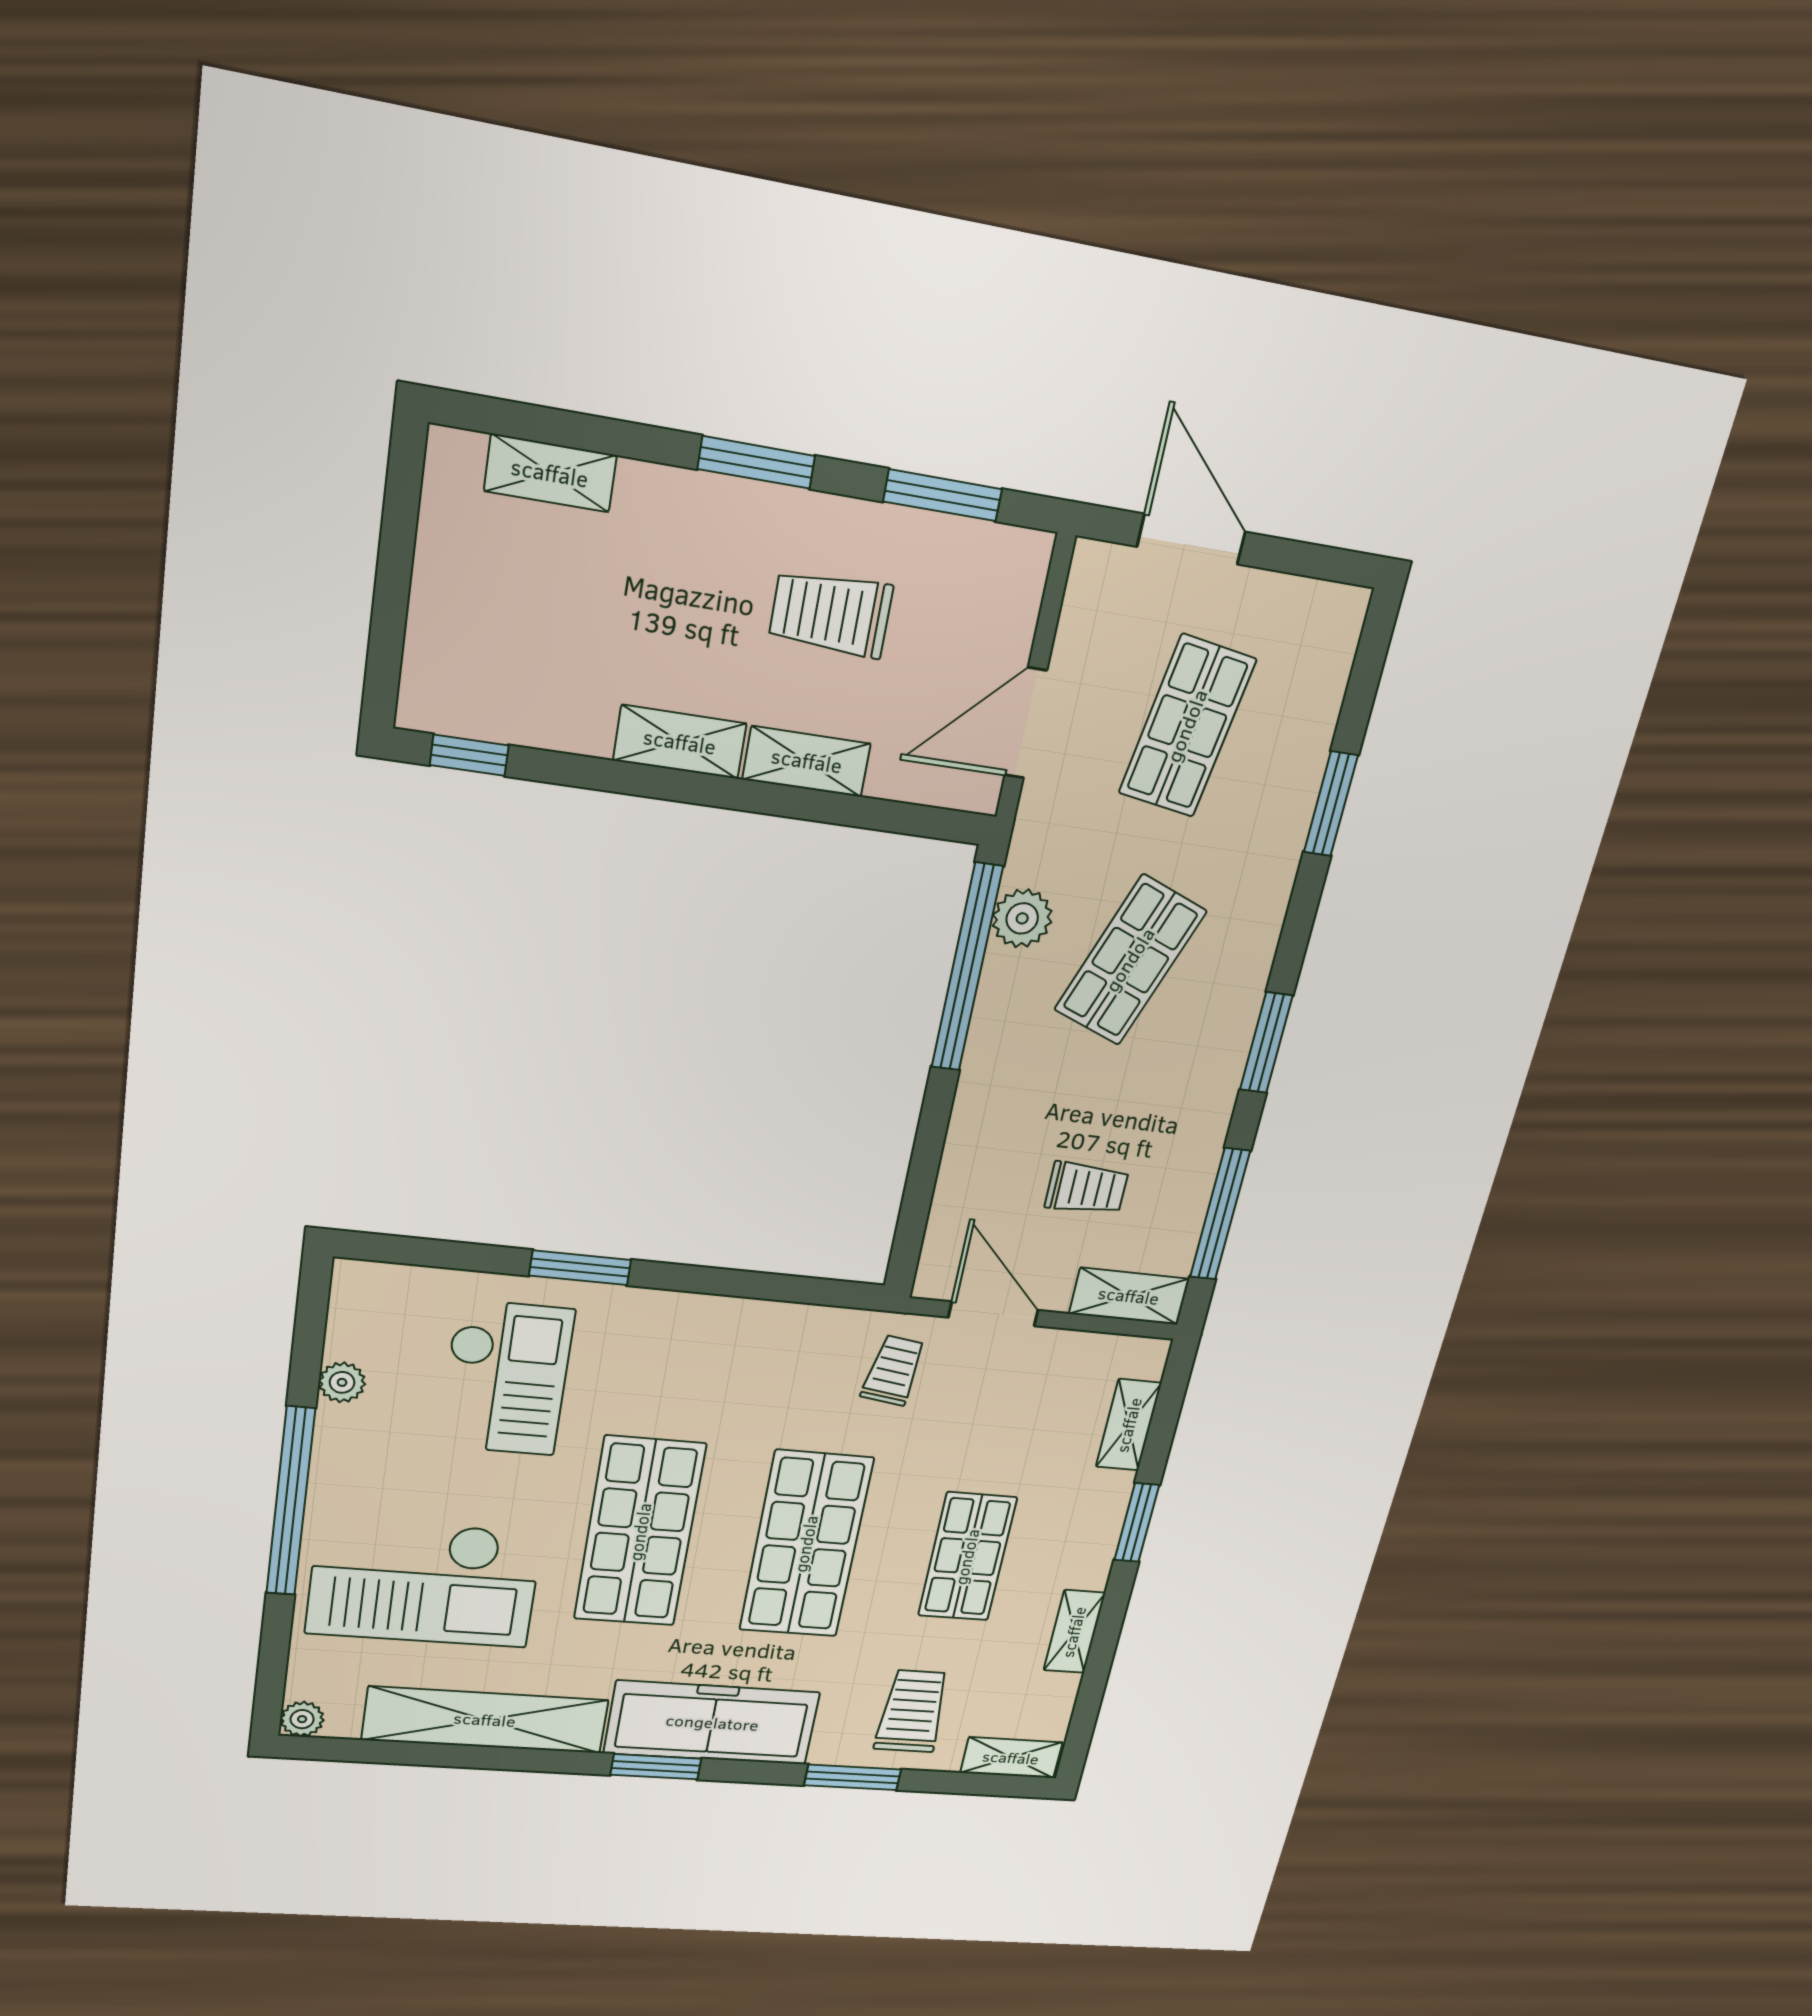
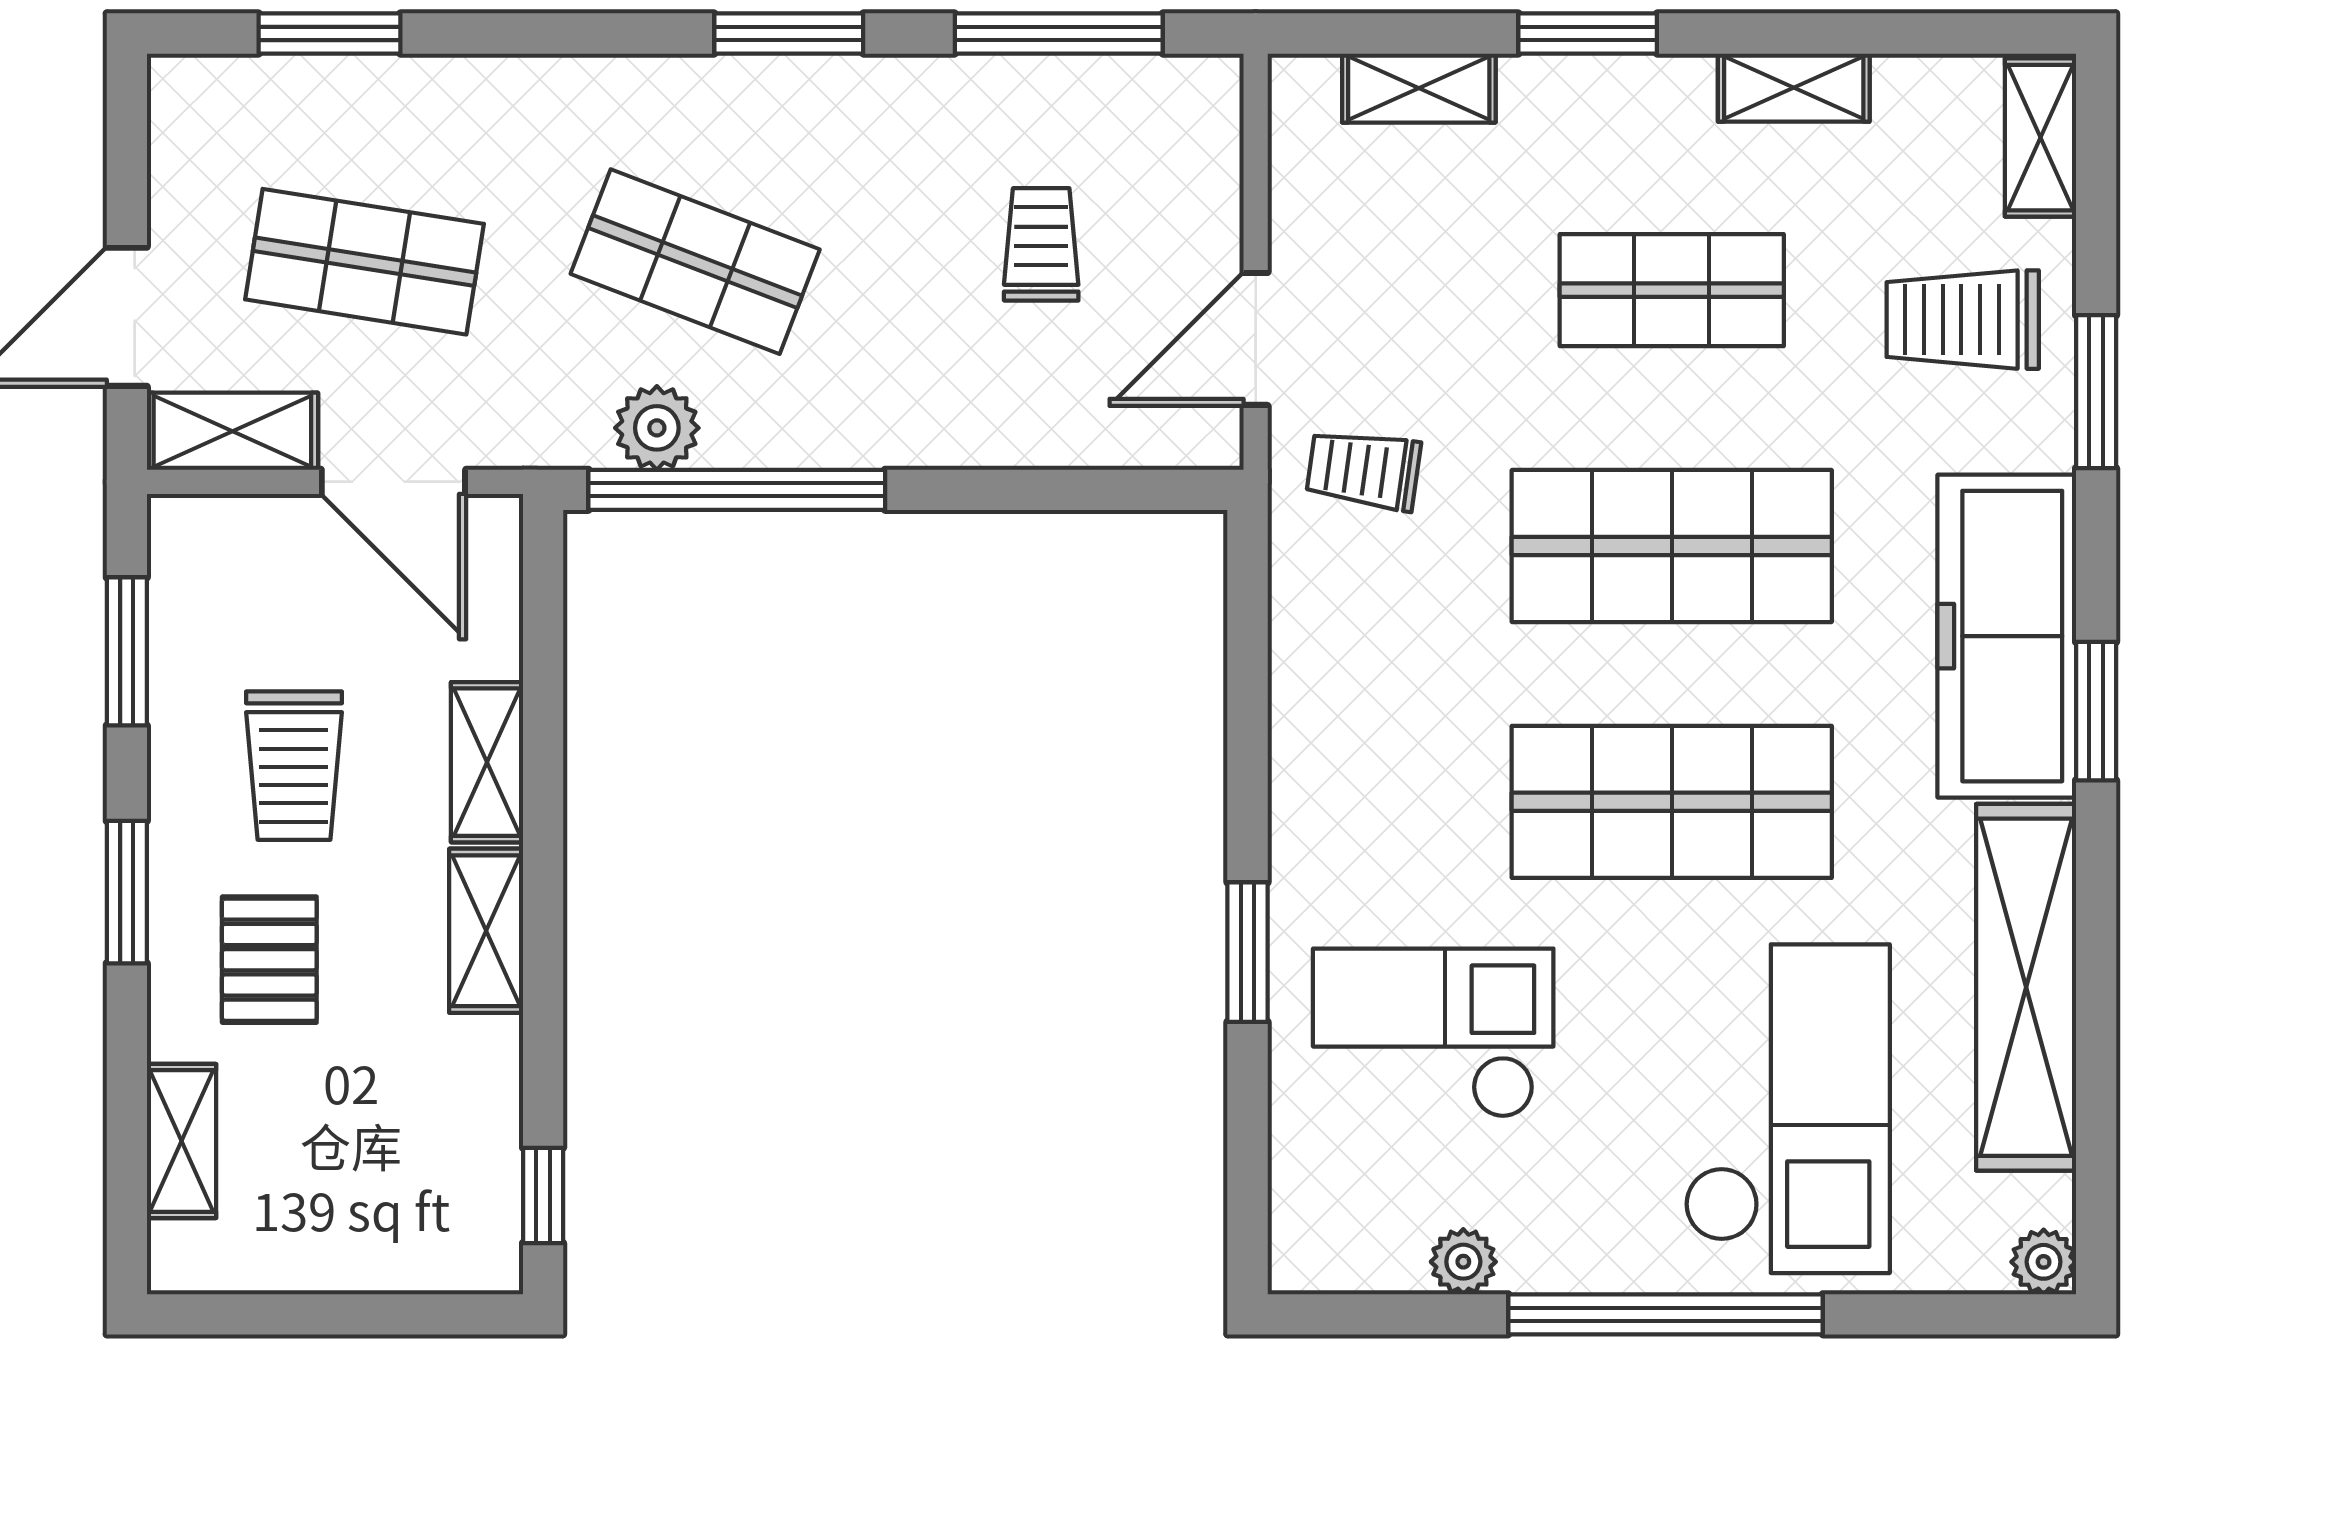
pallet: (685, 569) -> (269, 960), added
window: (1331, 804) -> (329, 34), moved
shelving: (1129, 1296) -> (232, 431), moved, turned 90

